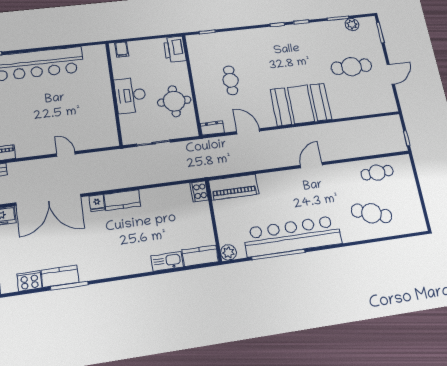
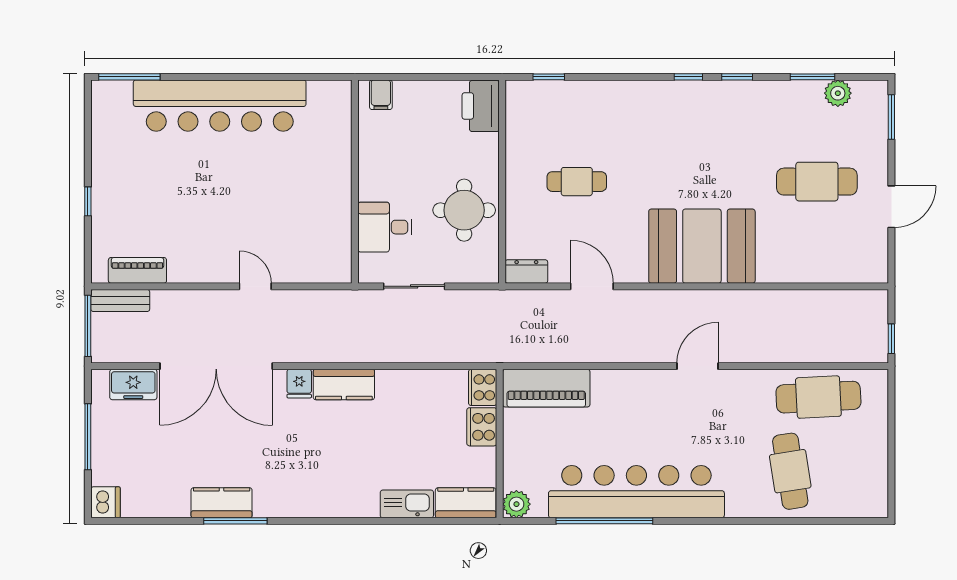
cafe table: (231, 80) -> (577, 182), turned 90
desk: (130, 95) -> (385, 227), moved, width x0.73
cafe table: (377, 173) -> (818, 397), width x1.37, depth x1.35
cafe table: (371, 213) -> (790, 471), turned 62
cooker: (29, 281) -> (482, 427), moved, turned -90

